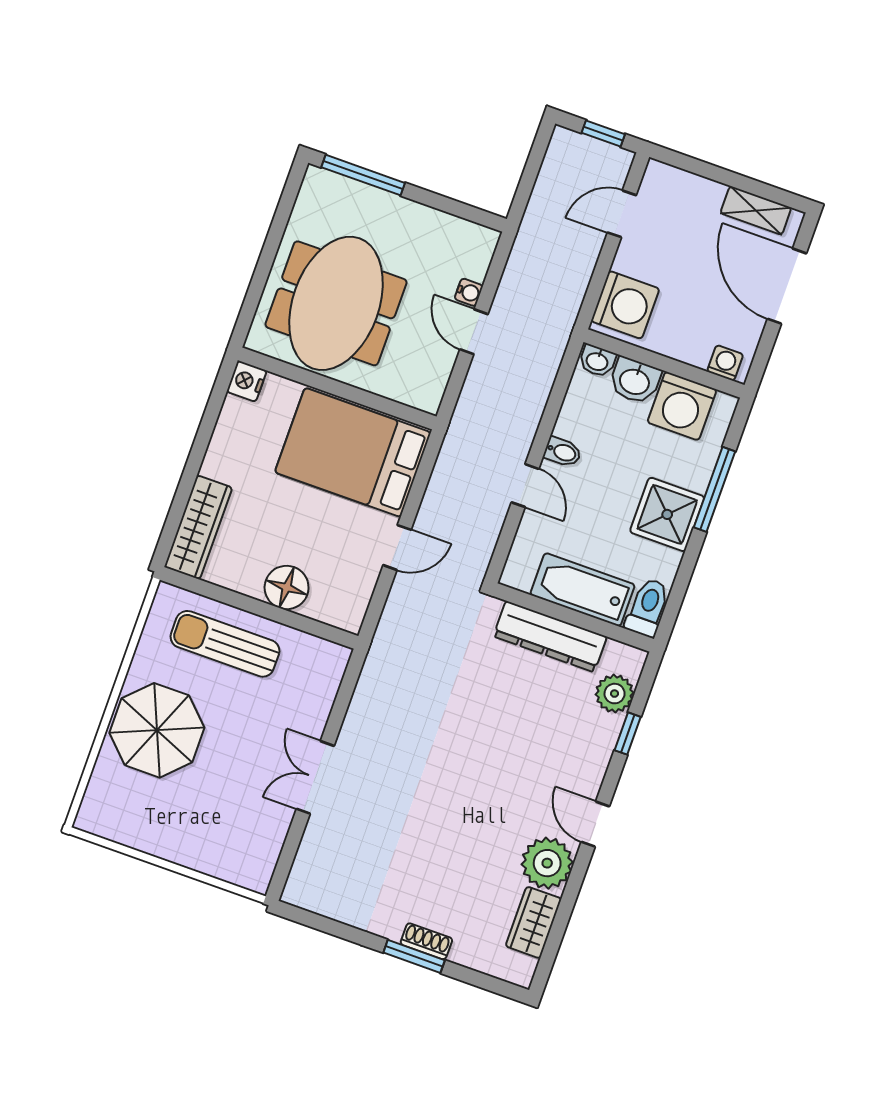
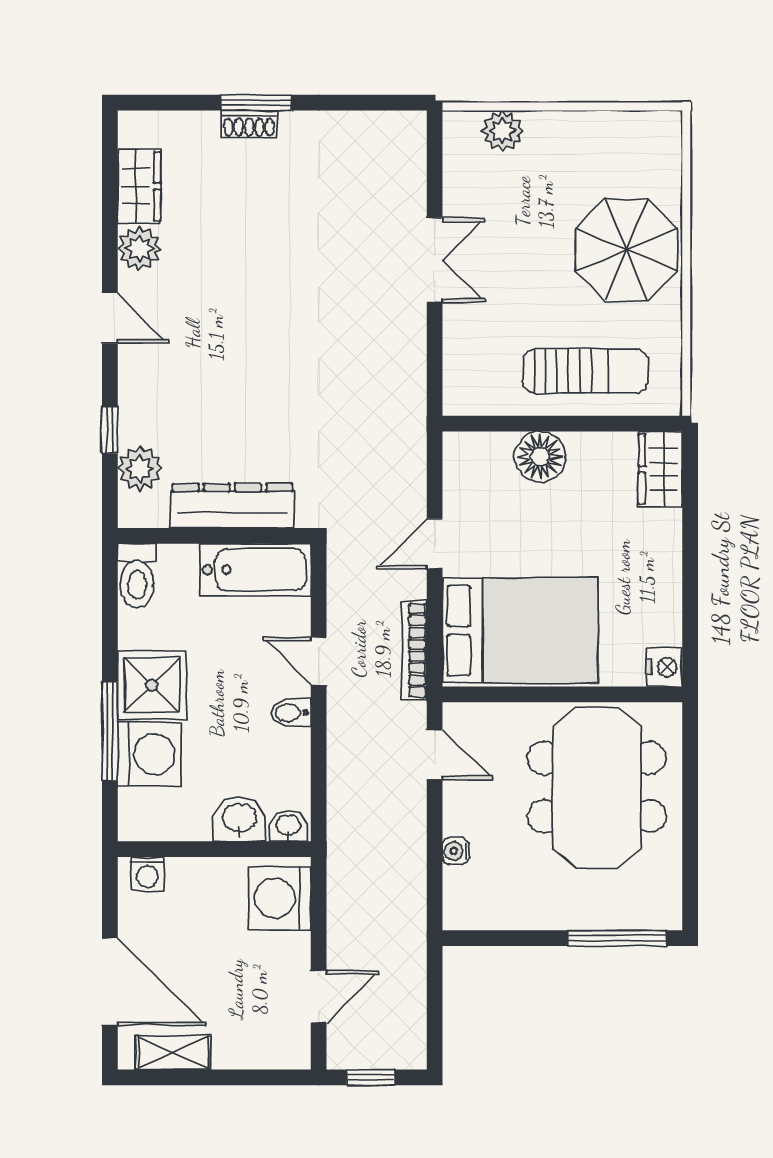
door: (474, 332) -> (435, 754), moved
washing machine: (682, 406) -> (149, 754), moved, turned 90
bookcase: (444, 467) -> (414, 650), added
wardrobe: (198, 527) -> (660, 469), width x0.67
bathtub: (582, 590) -> (255, 570), moved
plant: (223, 863) -> (502, 131), added
plant: (547, 863) -> (139, 249), width x0.73, depth x0.73

